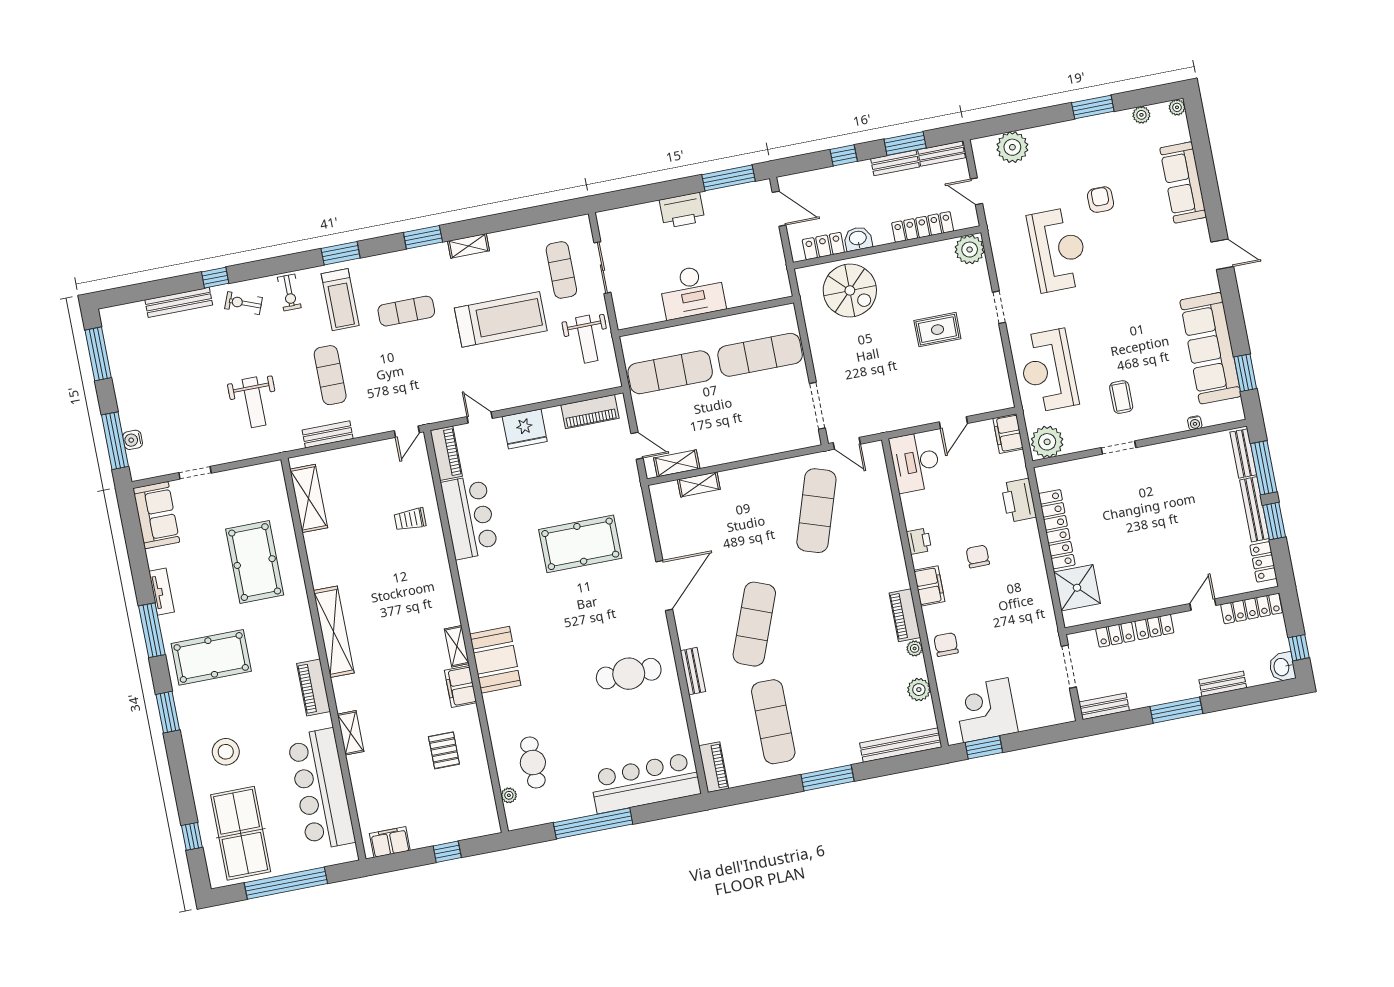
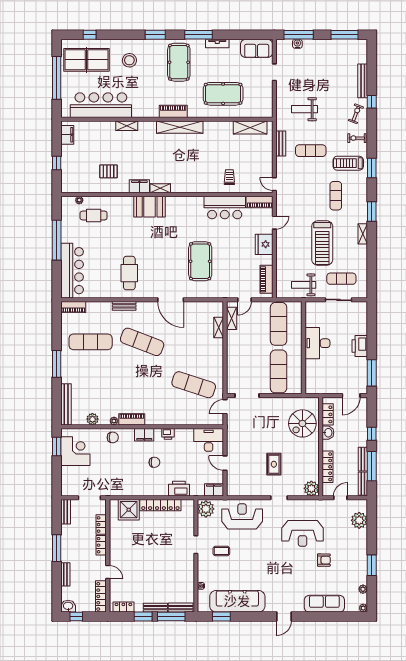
window: (905, 144) -> (372, 466), width x1.44
bench: (1254, 509) -> (155, 608), width x0.73
piano: (314, 688) -> (173, 111), moved

